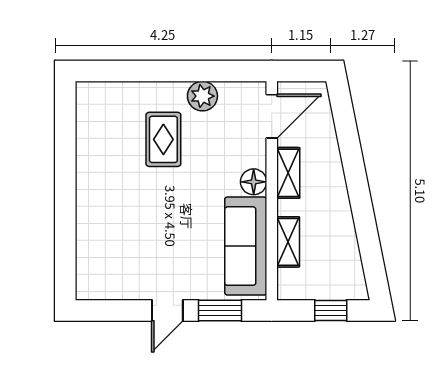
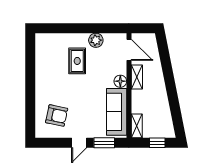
door: (272, 116) -> (129, 50), hinge flipped
shelving: (288, 242) -> (137, 126), moved
armchair: (120, 254) -> (57, 115), added

